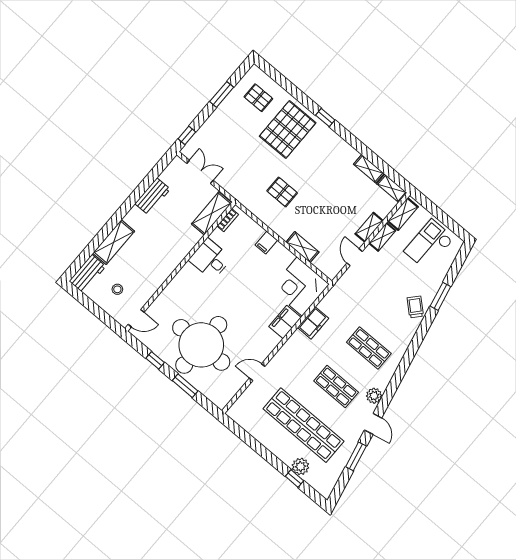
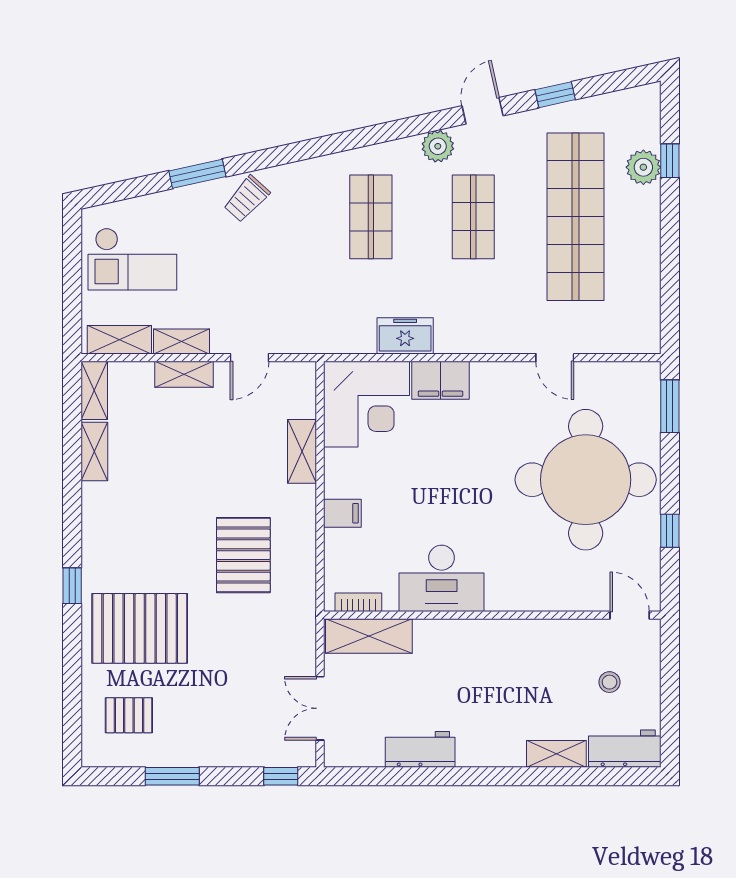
pallet: (258, 98) -> (129, 715), turned 90
pallet: (282, 192) -> (243, 555), width x1.50, depth x1.42
shelving: (114, 242) -> (556, 754), width x0.67, depth x0.75
desk: (210, 259) -> (442, 578), width x1.37
window: (185, 386) -> (670, 406), moved
window: (356, 456) -> (555, 95), width x0.67

